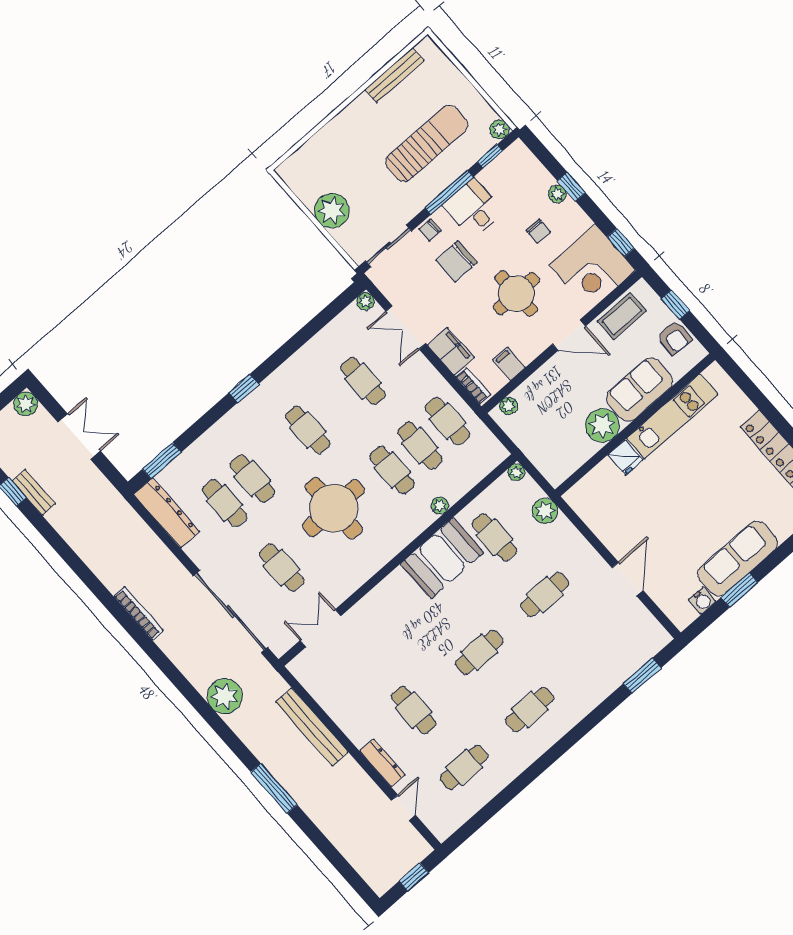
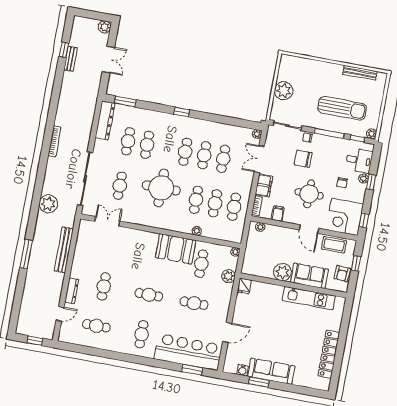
desk: (473, 209) -> (359, 160), moved, turned 90
cafe table: (335, 405) -> (204, 155), added
fridge: (625, 457) -> (244, 286), moved
bar counter: (611, 661) -> (188, 352), added
cafe table: (530, 710) -> (142, 334), turned 90

